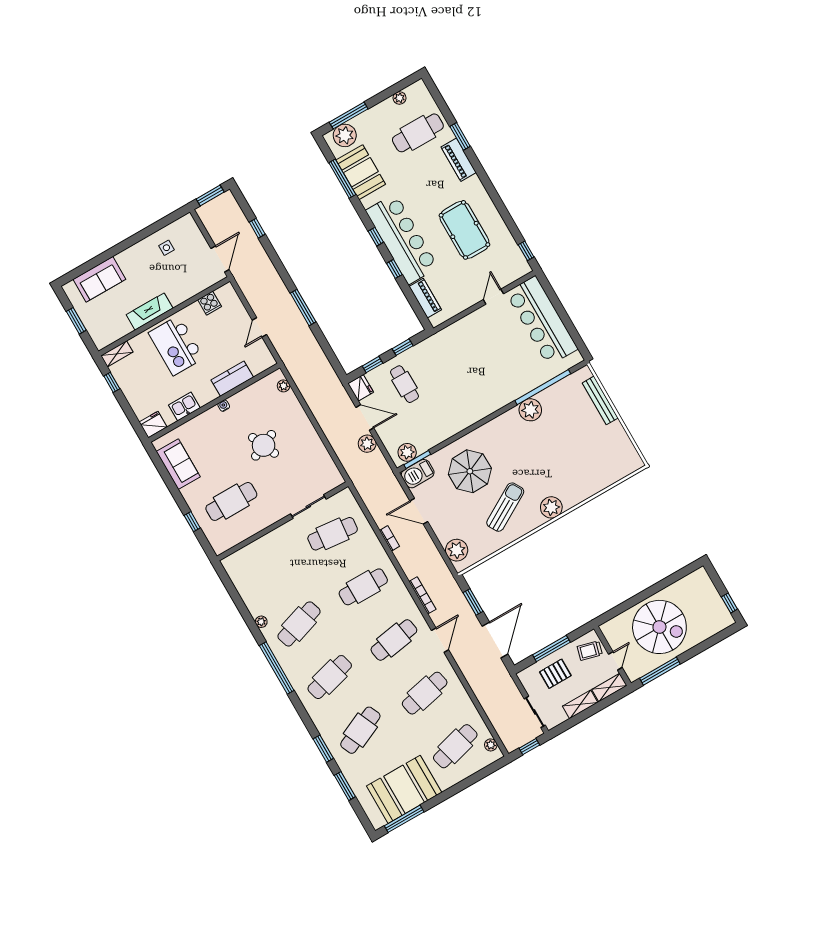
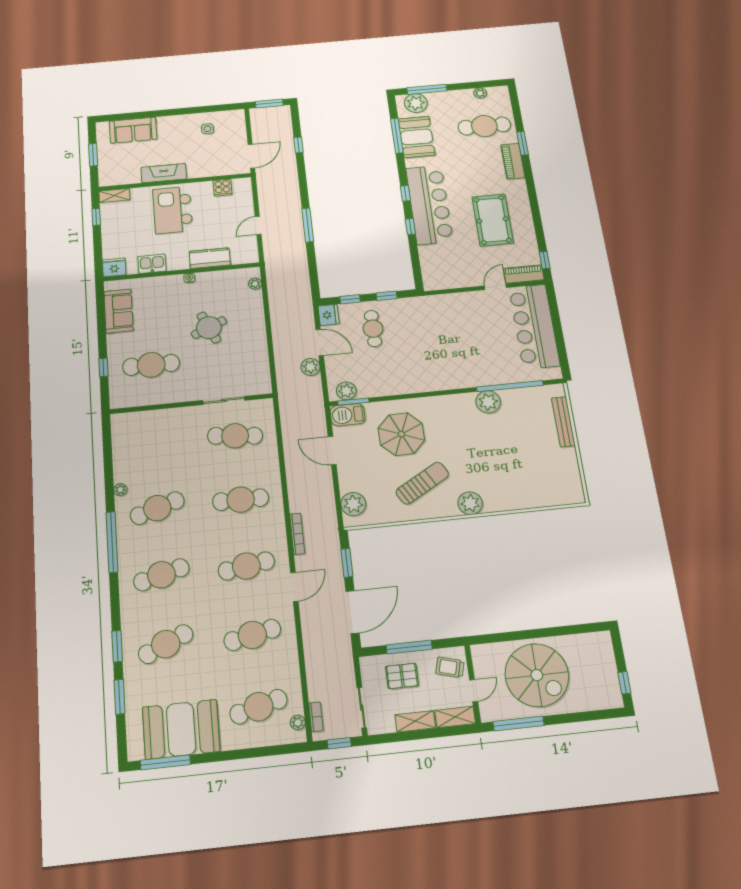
piano: (425, 298) -> (524, 274), moved, turned -90
bookcase: (389, 538) -> (316, 717), moved

